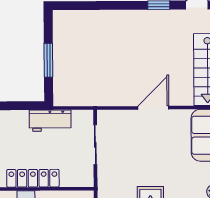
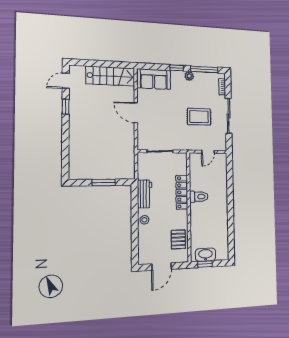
workbench: (50, 121) -> (145, 194), moved

